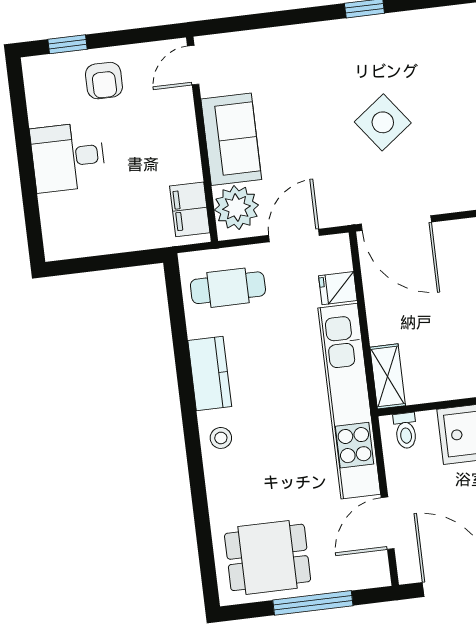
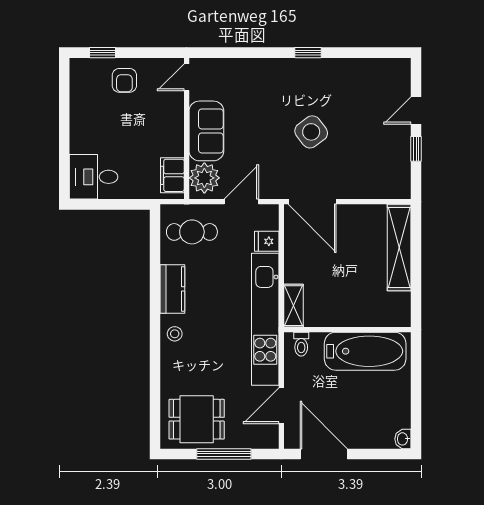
desk: (68, 157) -> (94, 177), moved

